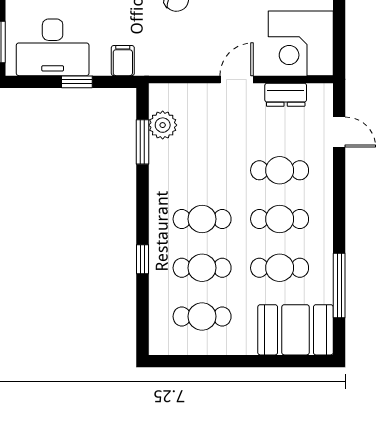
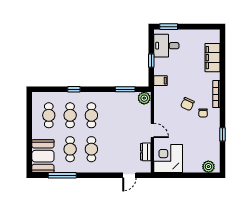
desk: (53, 47) -> (166, 46), width x0.73
plant: (163, 125) -> (144, 98), moved
cafe table: (280, 170) -> (113, 149), removed

